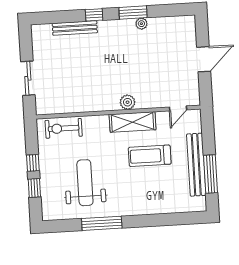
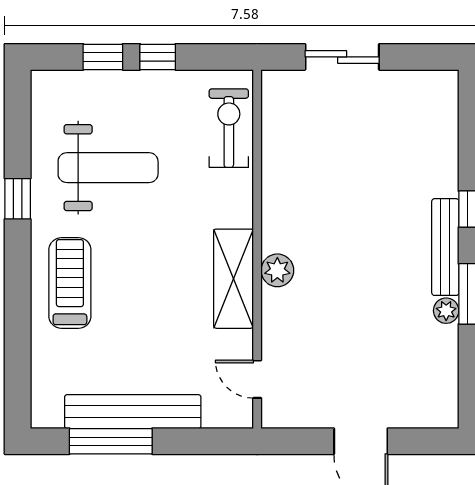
bench: (75, 28) -> (445, 247), moved
treadmill: (150, 156) -> (70, 283), moved
window: (102, 223) -> (18, 199), width x0.46

